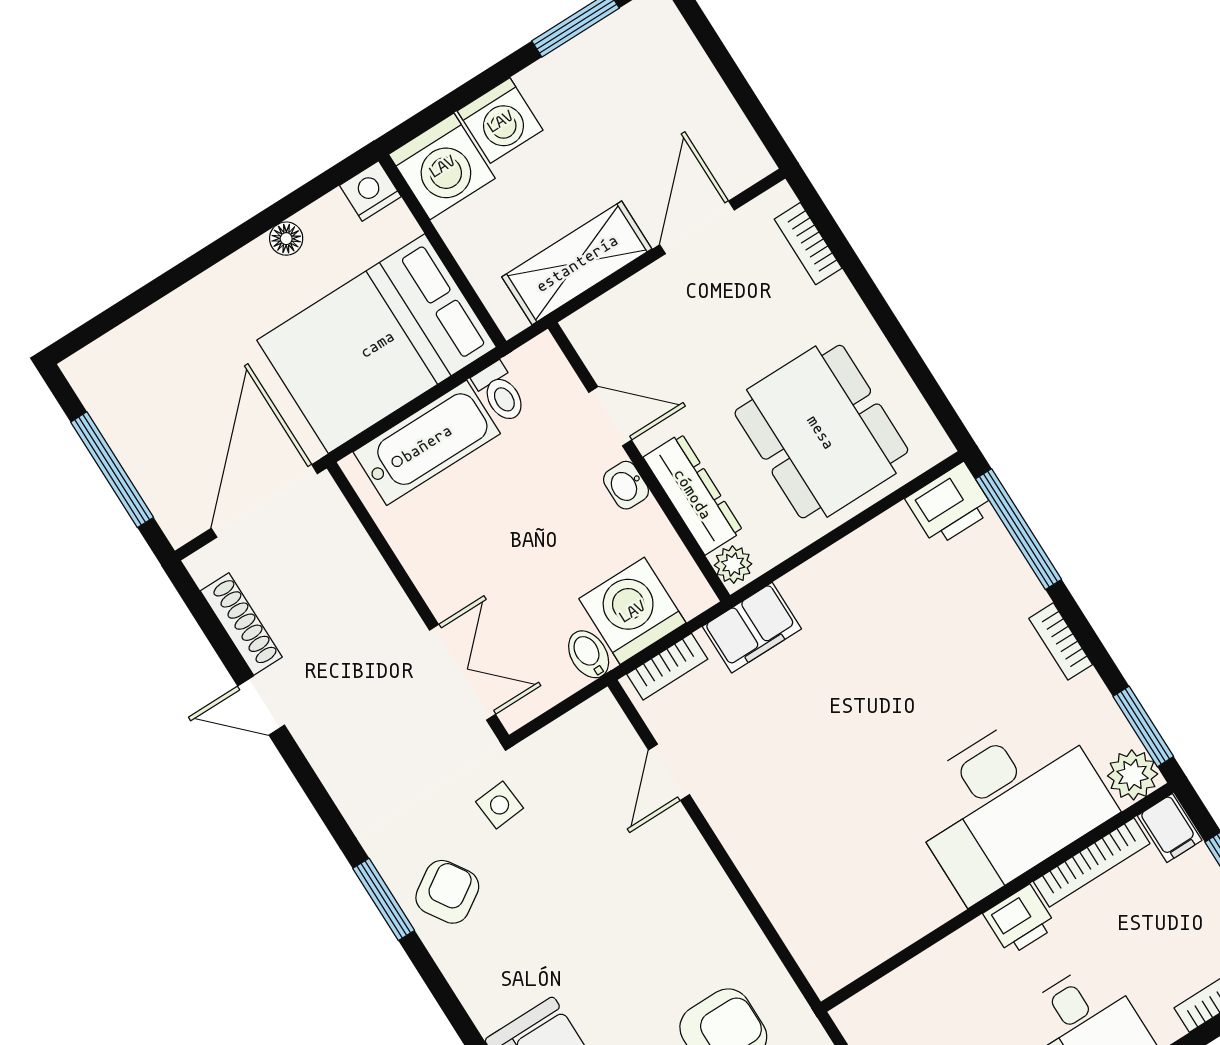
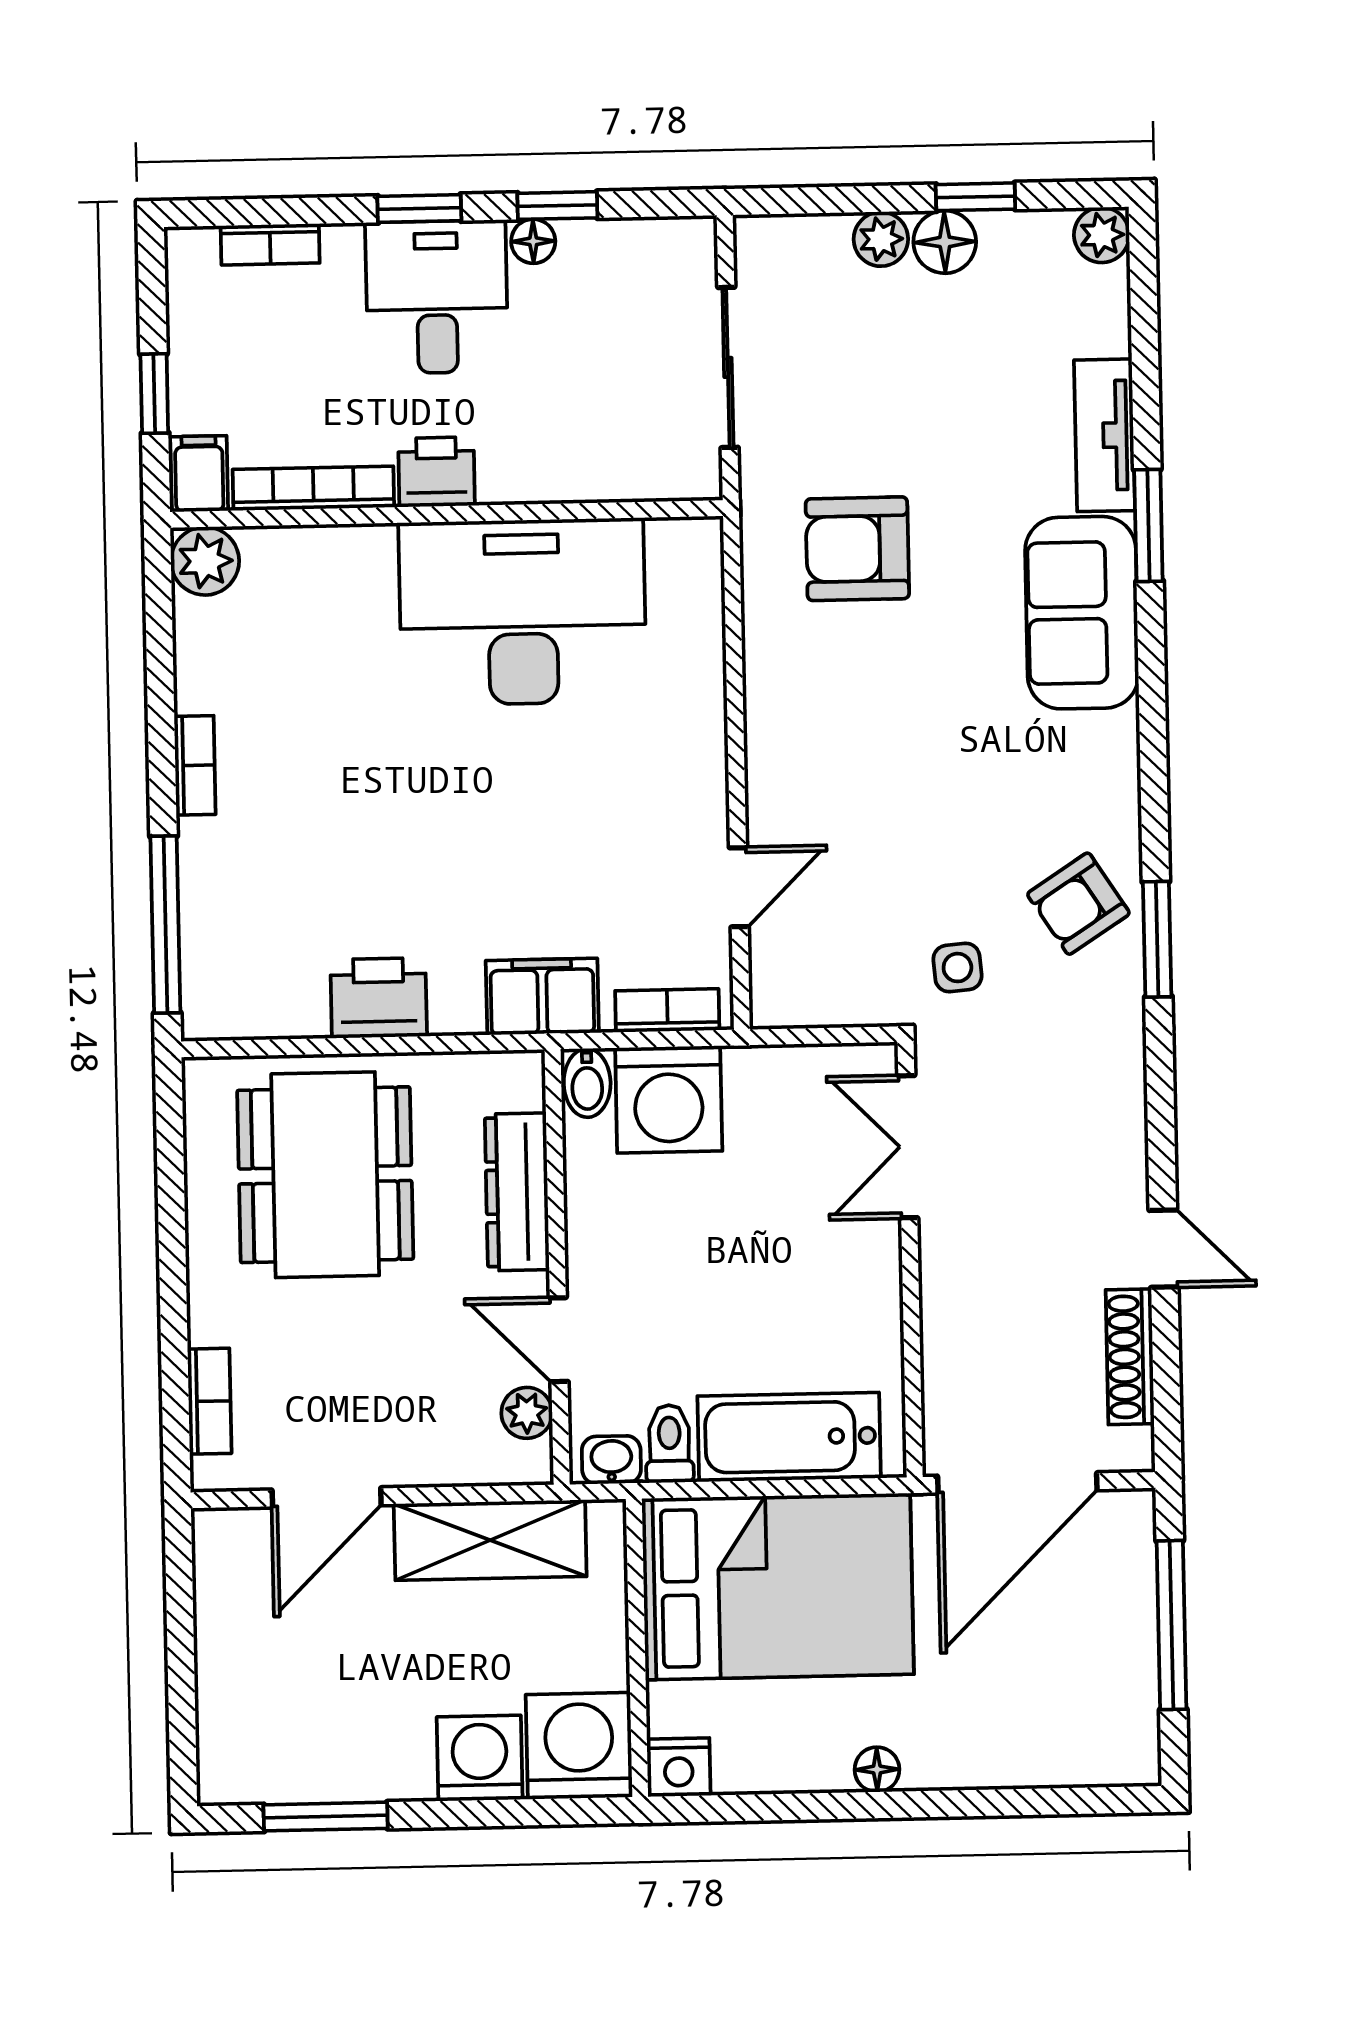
floor lamp: (286, 239) -> (877, 1769), moved
washbasin: (626, 485) -> (611, 1460), moved, turned -90
printer: (950, 504) -> (379, 998), moved
plant: (733, 565) -> (527, 1413), moved
bidet: (589, 654) -> (587, 1083), moved
window: (1143, 726) -> (159, 609), removed
desk: (1008, 803) -> (523, 612), moved

